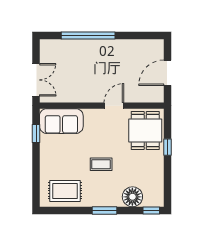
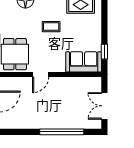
double door: (36, 80) -> (104, 106), moved

